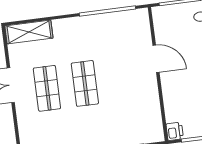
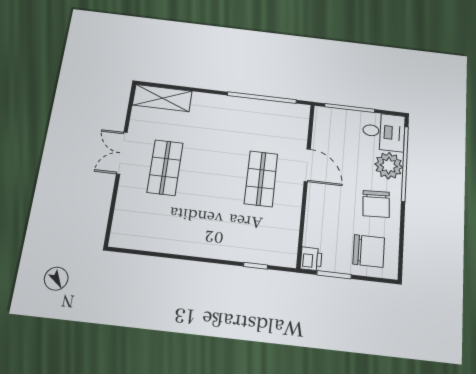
shop shelf: (85, 83) -> (261, 179), moved

